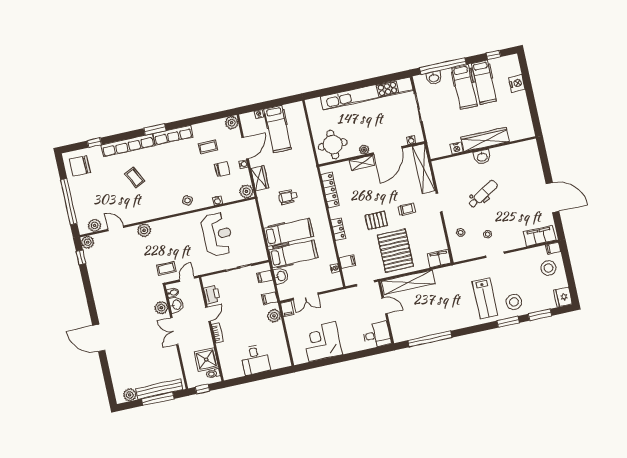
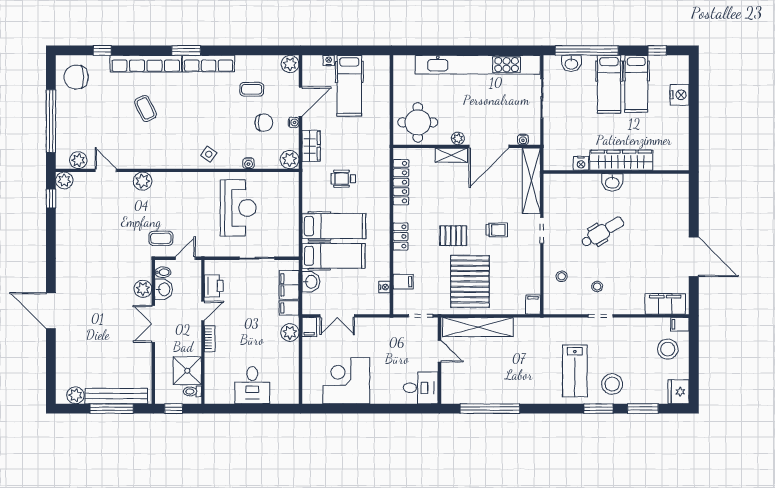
filing cabinet: (439, 258) -> (533, 305), width x0.50
filing cabinet: (265, 276) -> (289, 285), width x2.00

